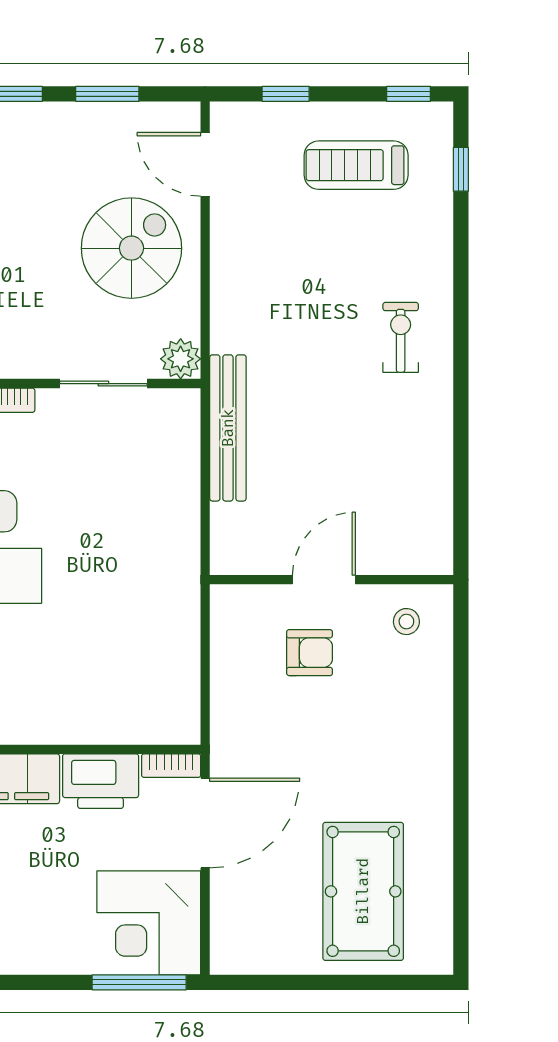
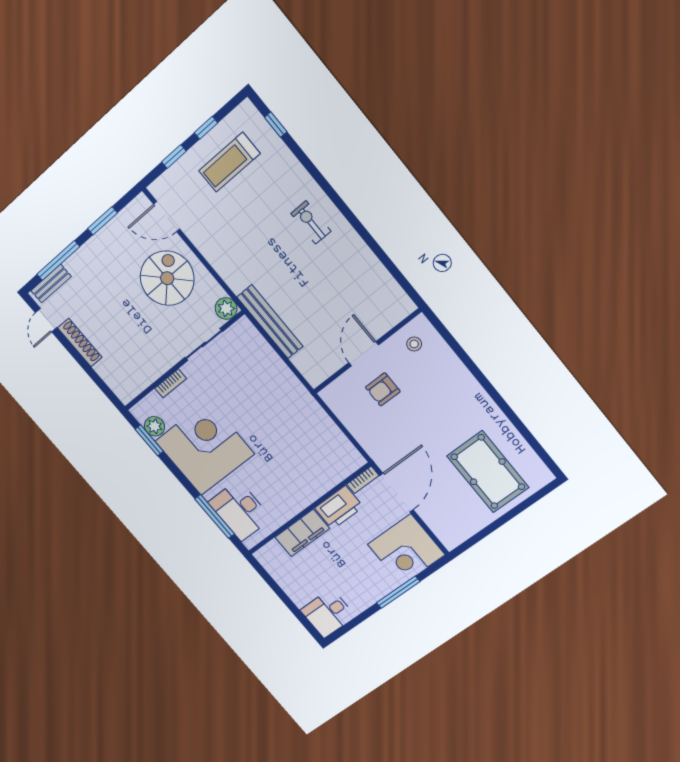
window: (409, 94) -> (206, 128), moved
armchair: (310, 653) -> (383, 389), turned 180
window: (139, 982) -> (398, 592), moved

